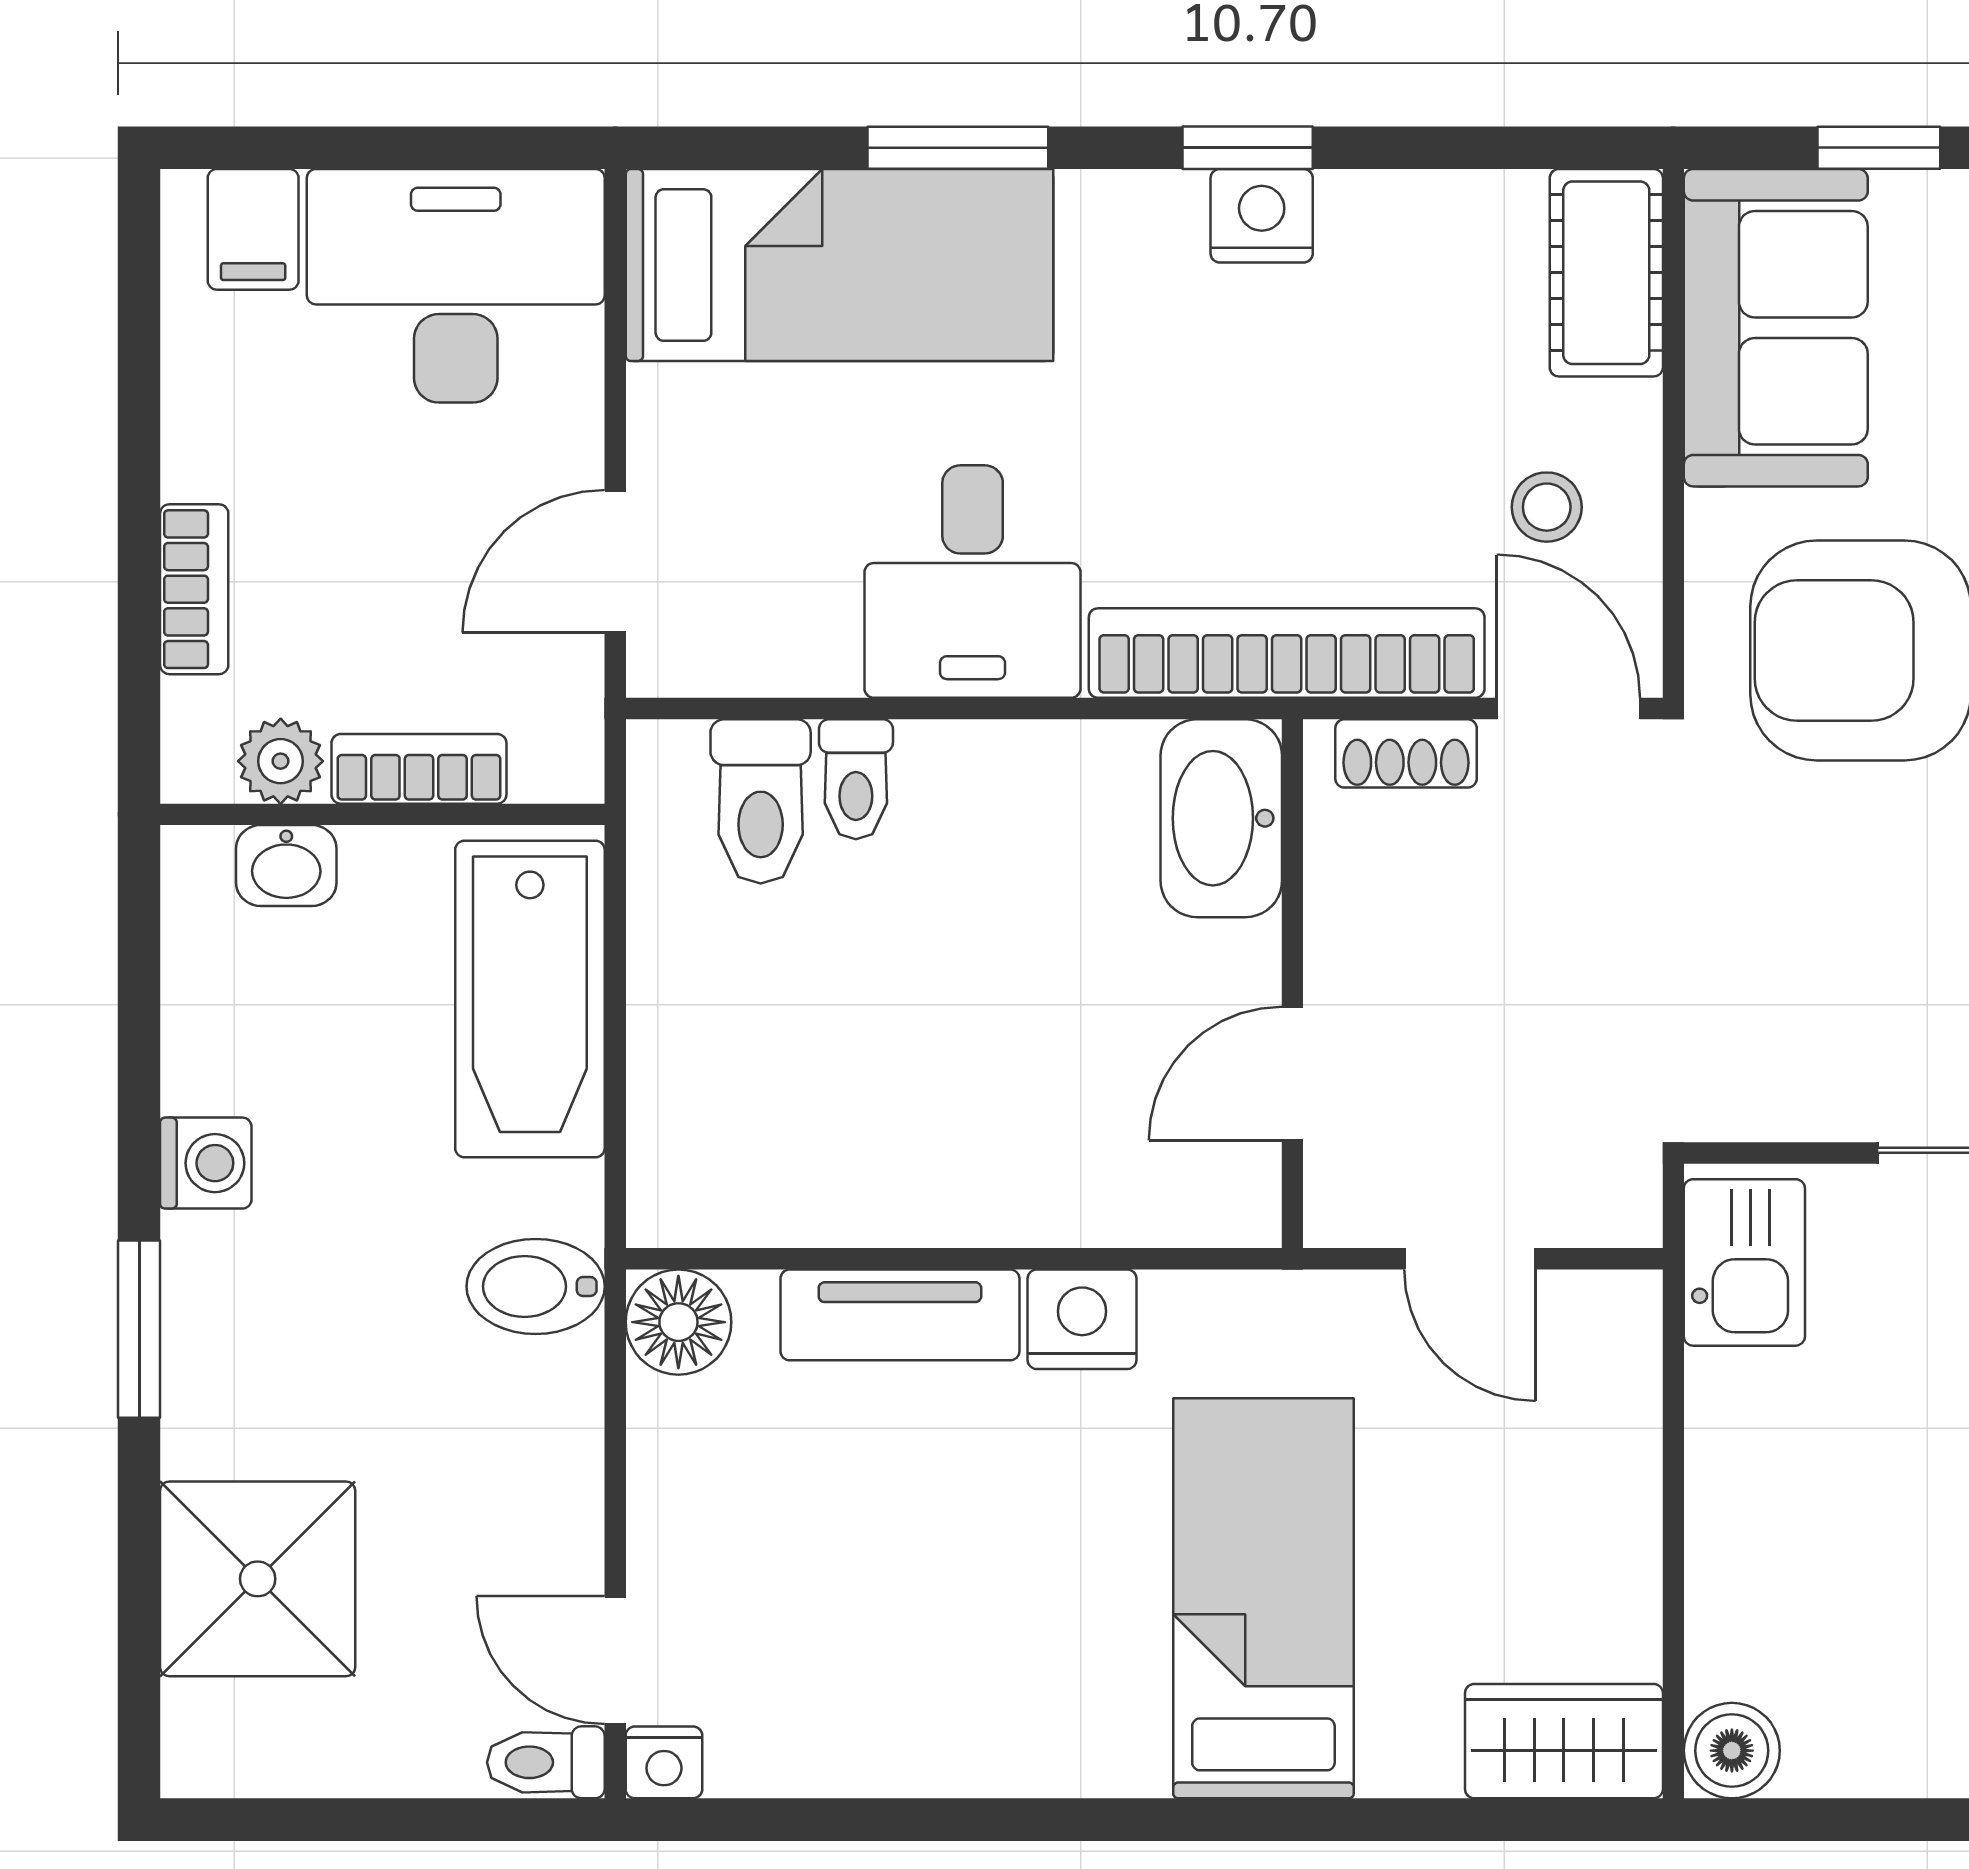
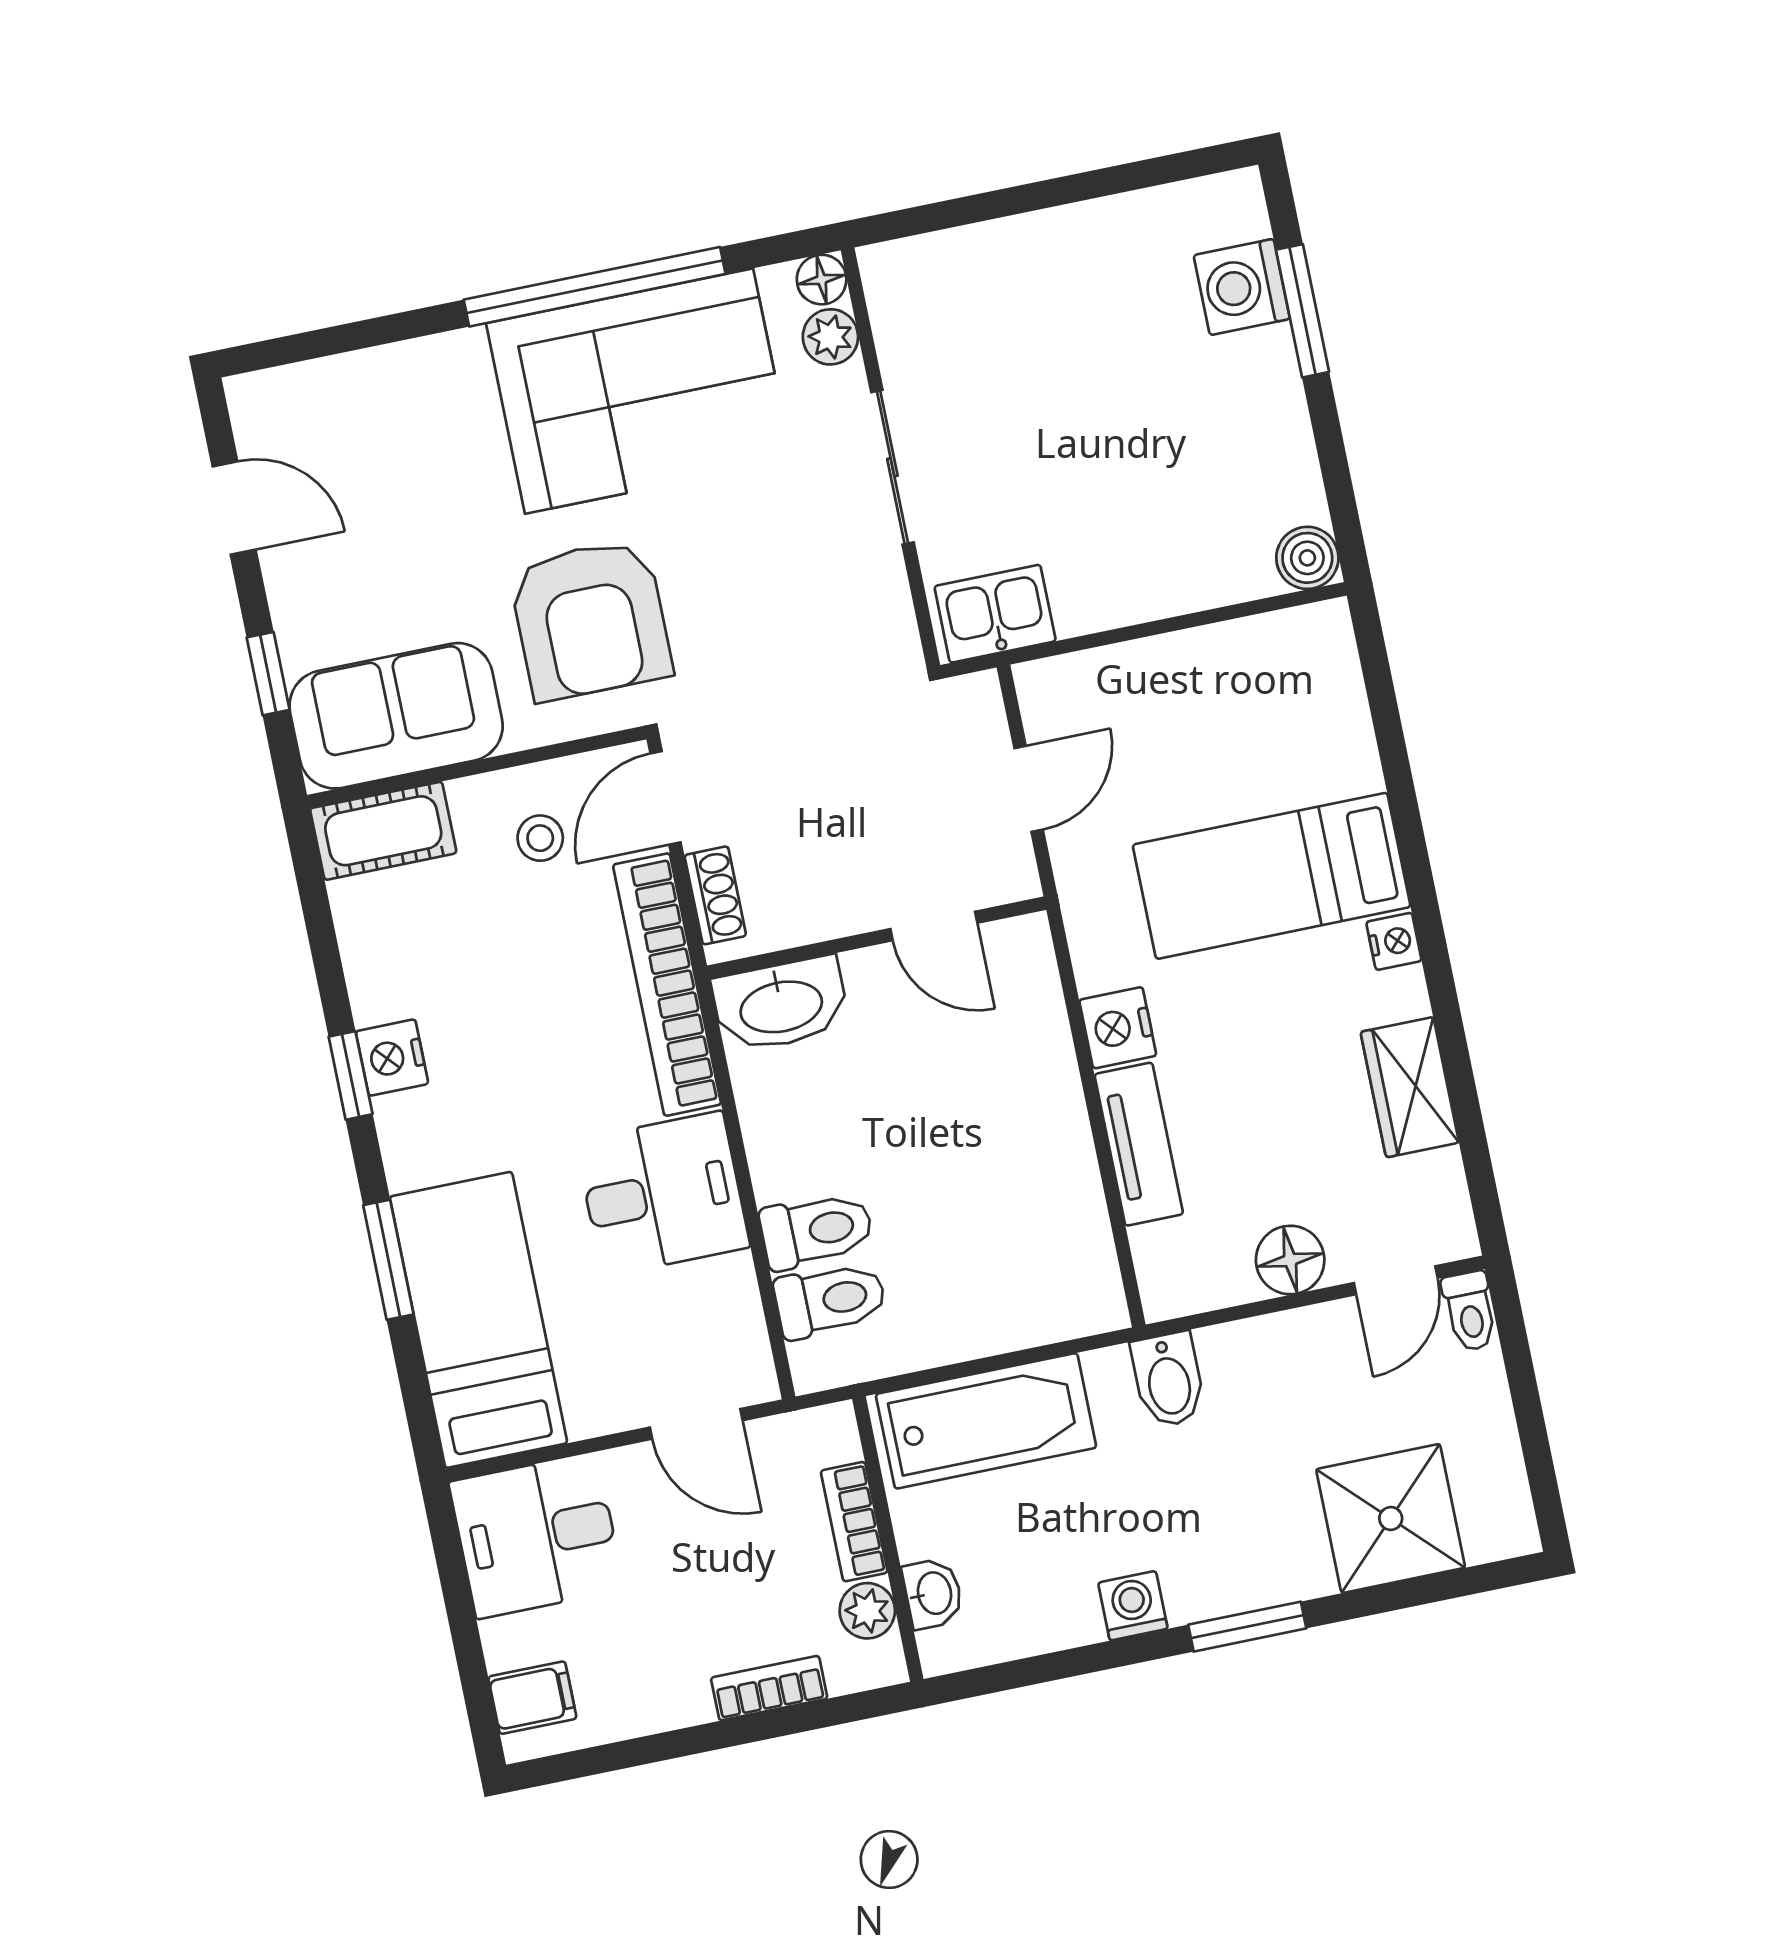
desk: (456, 286) -> (537, 1536), width x0.73
toilet: (856, 779) -> (817, 1230), width x1.37, depth x1.39
floor lamp: (678, 1322) -> (1290, 1260), moved
wardrobe: (1564, 1741) -> (1410, 1087), moved
nightstand: (664, 1762) -> (1394, 941), moved

